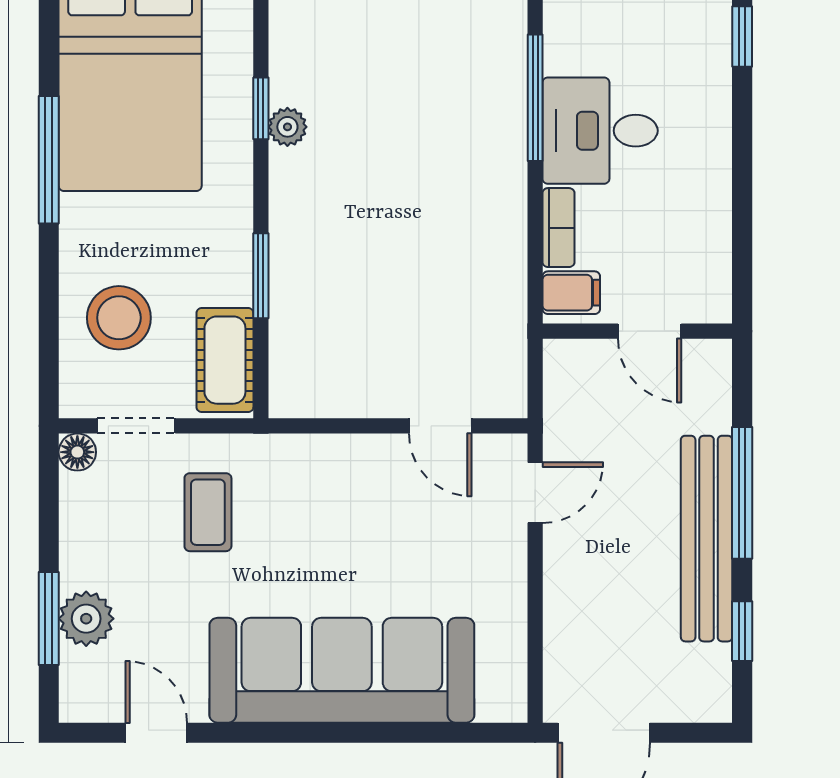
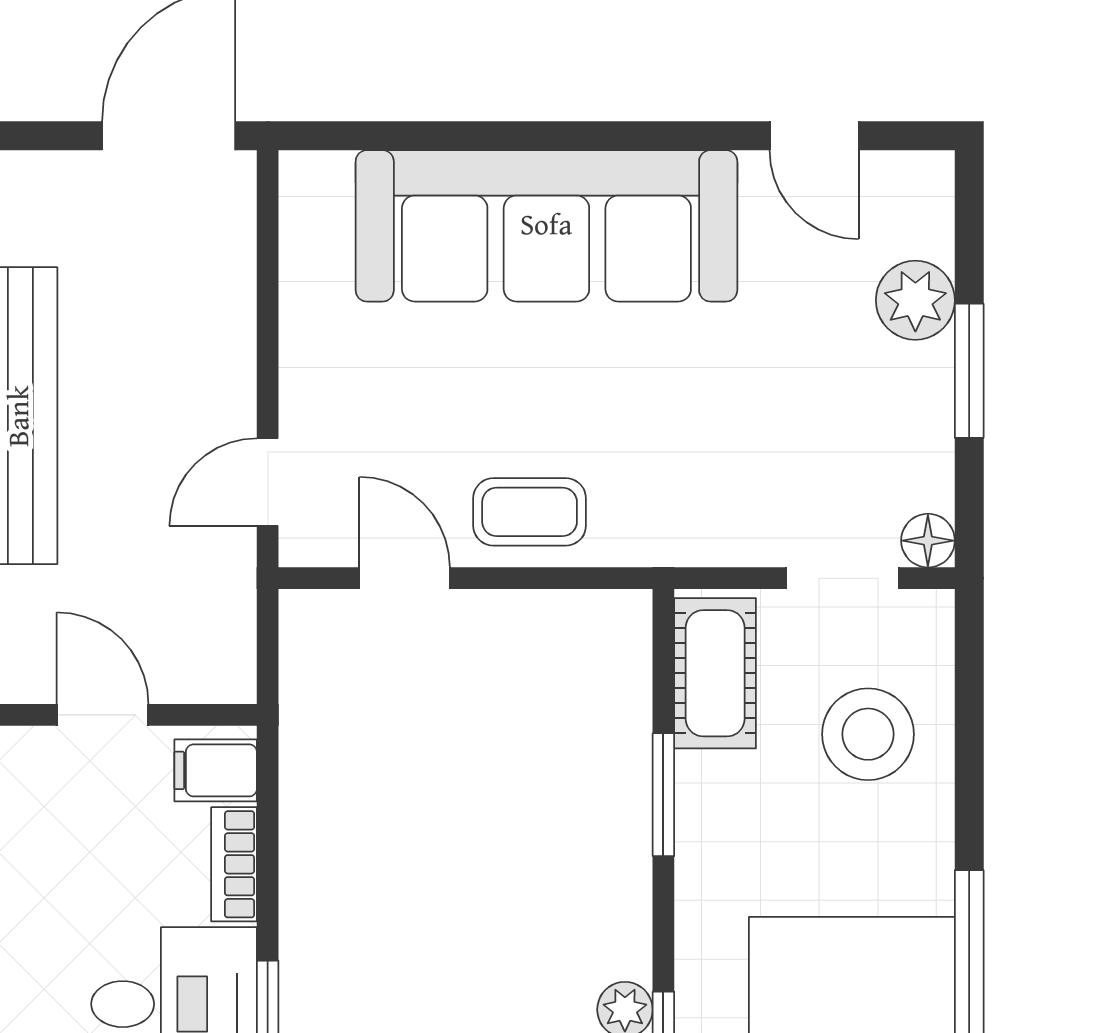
coffee table: (208, 512) -> (530, 512), moved, turned 90
window: (49, 618) -> (969, 371), moved

